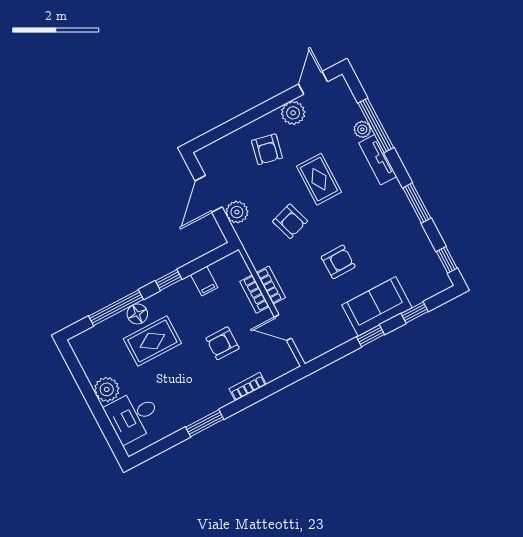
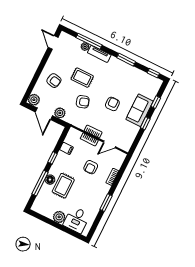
plant: (293, 113) -> (34, 100), moved

